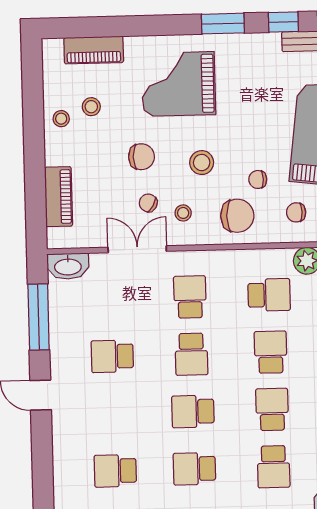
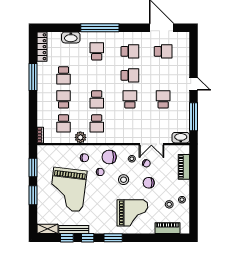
school desk: (269, 295) -> (97, 123), turned -90
school desk: (190, 297) -> (130, 123), removed
school desk: (112, 356) -> (163, 99), turned -90
school desk: (272, 409) -> (97, 75), removed

